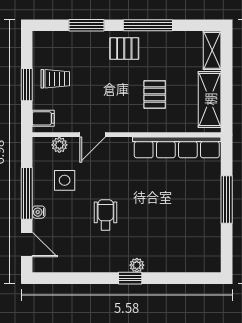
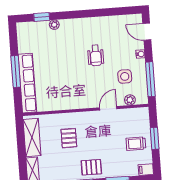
filing cabinet: (43, 118) -> (146, 170), moved
row of seats: (177, 147) -> (27, 83), moved, turned 90
window: (27, 193) -> (150, 79), moved
plant: (137, 265) -> (54, 25), moved
window: (130, 278) -> (42, 17), moved

